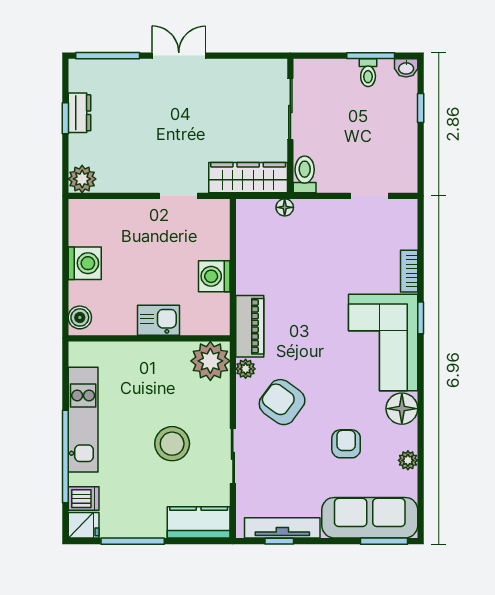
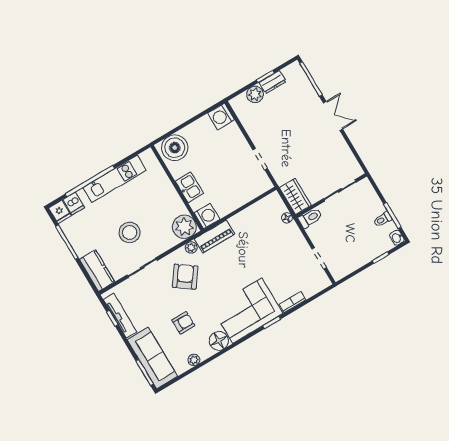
wardrobe: (248, 178) -> (295, 196), width x0.67
plant: (82, 179) -> (255, 94), moved
washing machine: (85, 263) -> (221, 116), moved, turned 90
washing machine: (214, 276) -> (207, 216), moved, turned 90
boiler: (80, 317) -> (175, 148), width x1.86, depth x1.86

